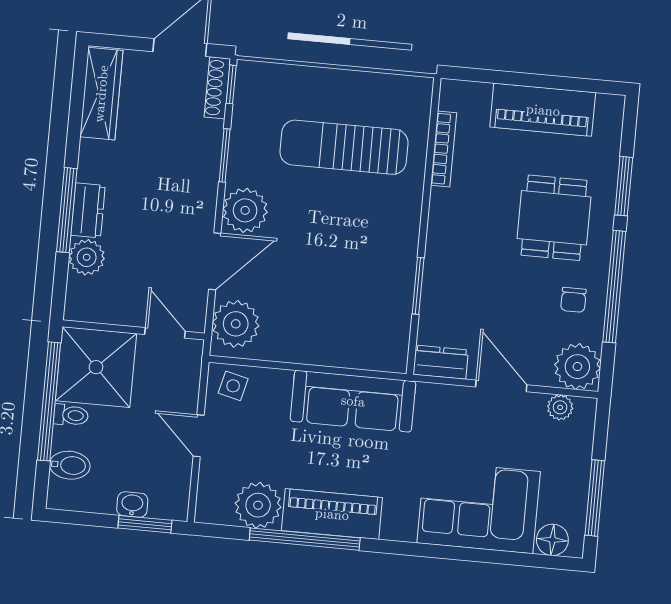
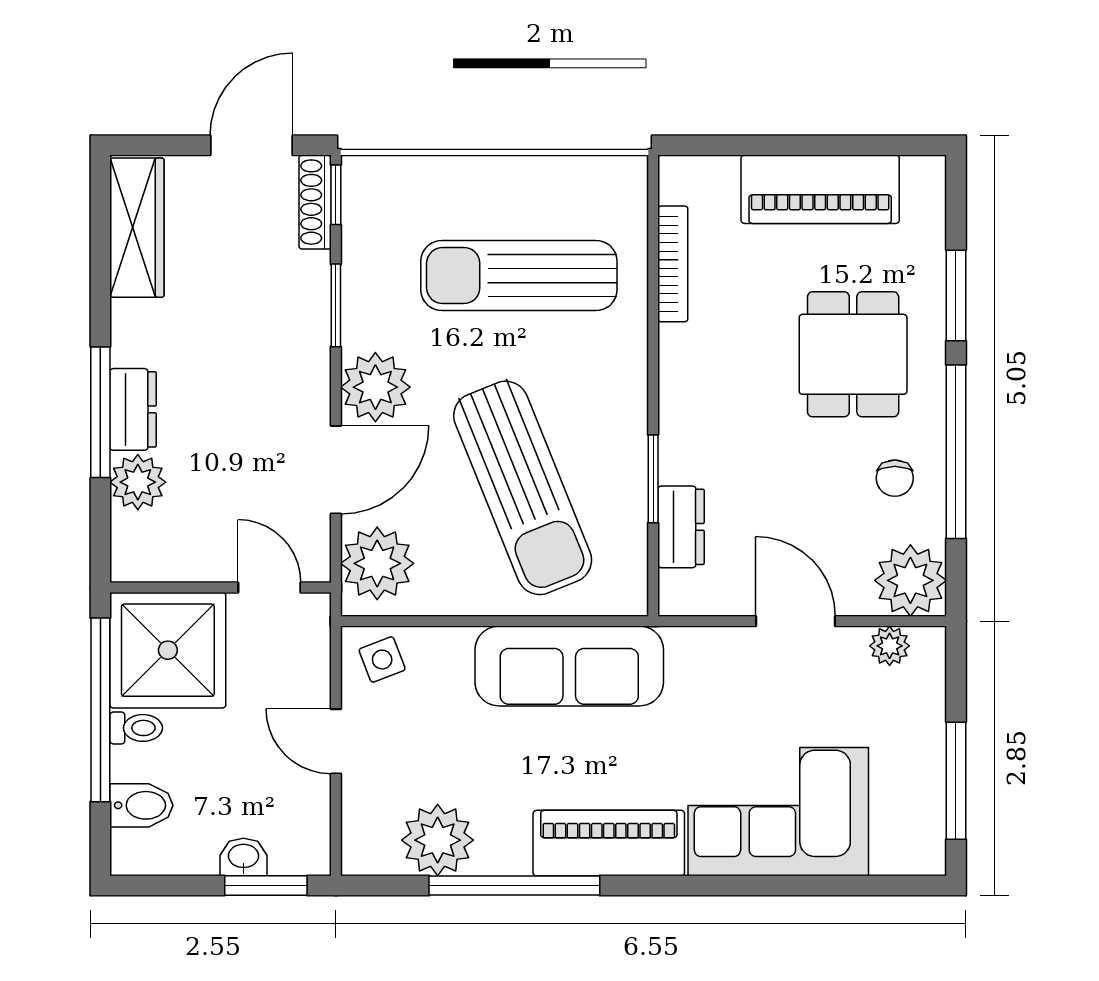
sun lounger: (334, 284) -> (523, 488), added
dresser: (441, 362) -> (681, 527), moved, turned 90
side table: (233, 386) -> (382, 660), turned -35
piano: (332, 514) -> (609, 843), moved
floor lamp: (552, 540) -> (897, 851), removed

